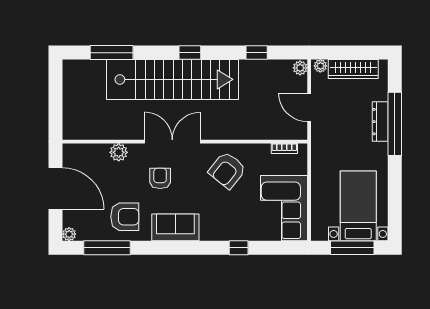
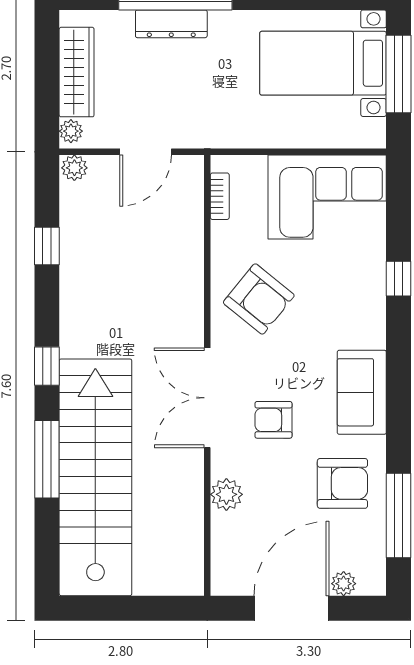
window: (112, 53) -> (47, 459), moved
stairs: (173, 79) -> (95, 477), moved
armchair: (125, 217) -> (342, 483), turned 90
plant: (69, 234) -> (344, 584), moved

